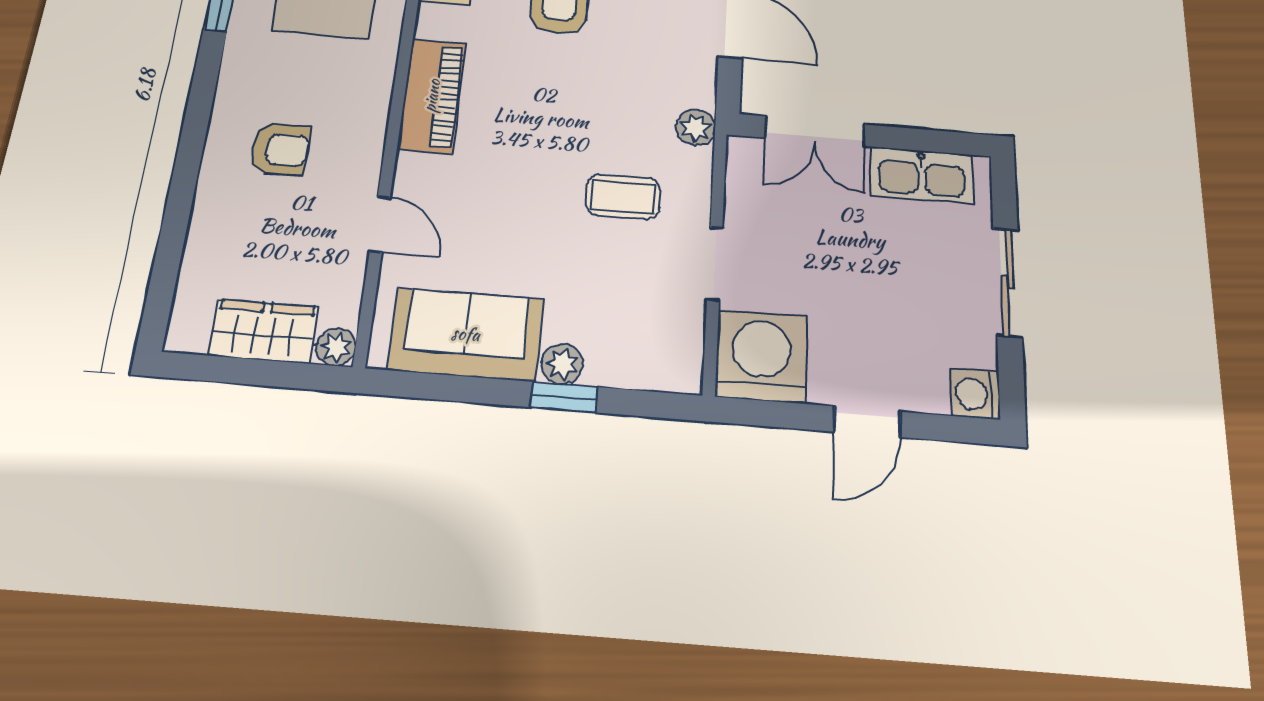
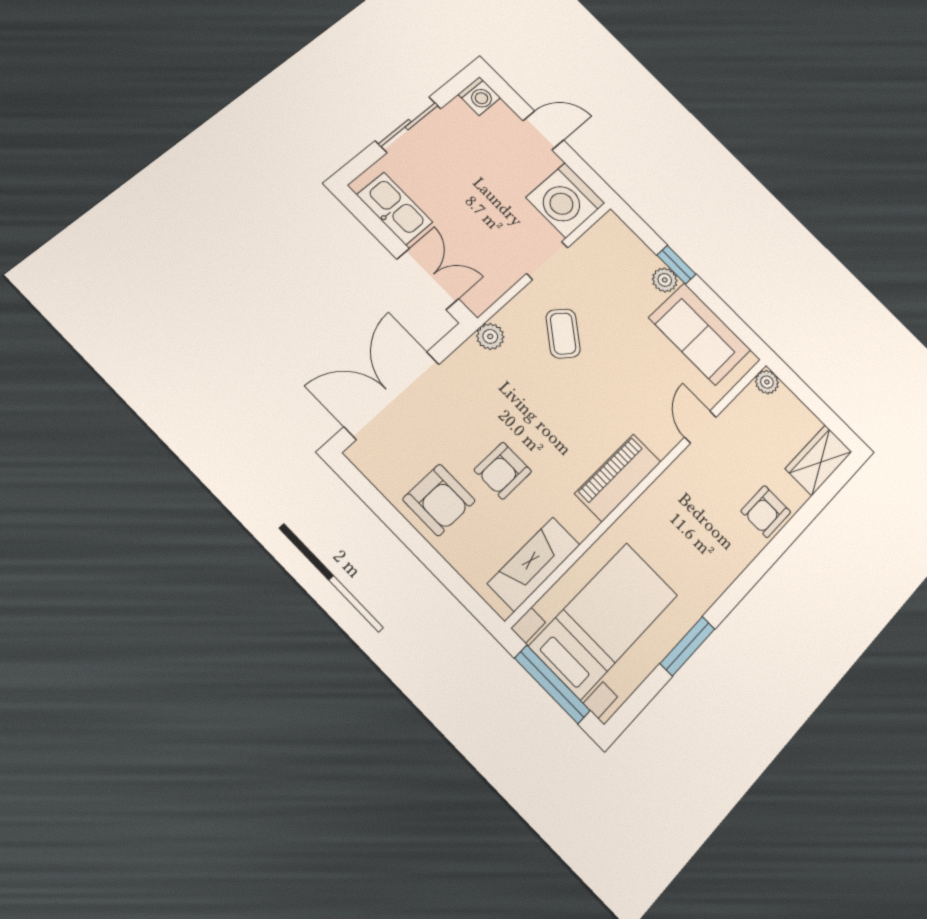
armchair: (280, 149) -> (766, 512), moved, turned -90
coffee table: (623, 197) -> (563, 334), turned 38
wardrobe: (264, 331) -> (819, 460), moved, turned 90

